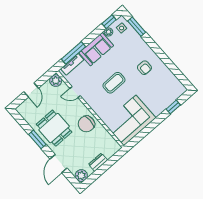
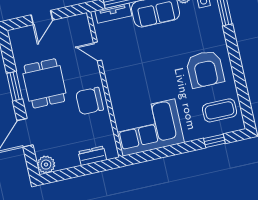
armchair: (144, 68) -> (205, 69), width x1.88, depth x1.88
plant: (56, 81) -> (80, 23), removed
coffee table: (114, 83) -> (220, 110), moved
dresser: (98, 162) -> (92, 156), moved

